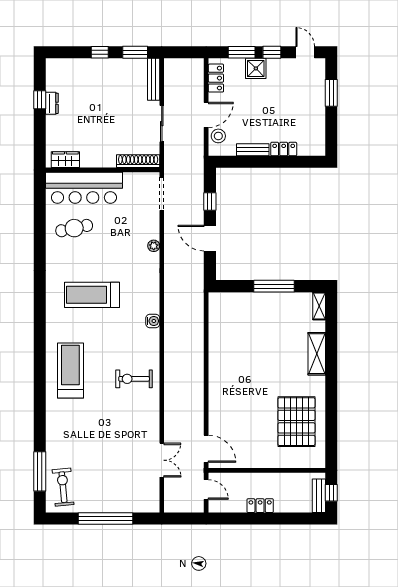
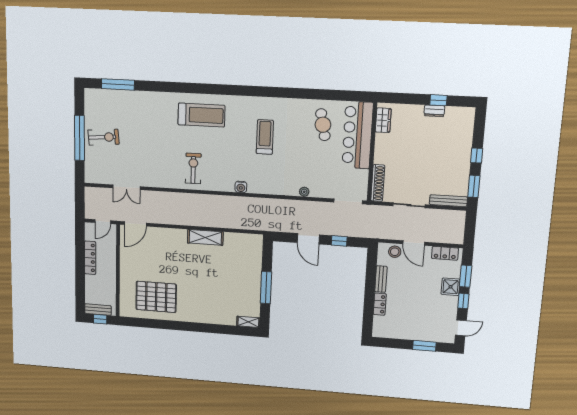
door: (210, 238) -> (308, 239), swing flipped
treadmill: (92, 295) -> (265, 137), width x0.73, depth x0.73
shelving: (317, 354) -> (205, 237), moved
exercise bike: (63, 487) -> (104, 137), moved
locker: (260, 506) -> (90, 258), width x1.53

